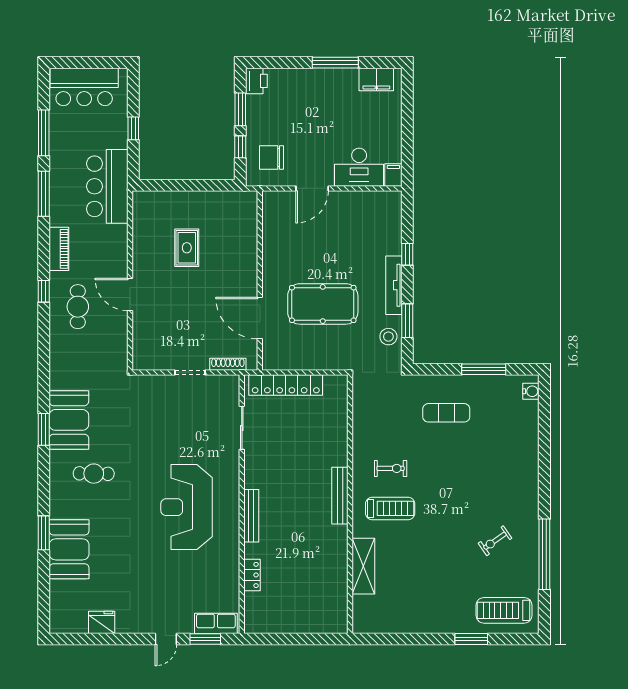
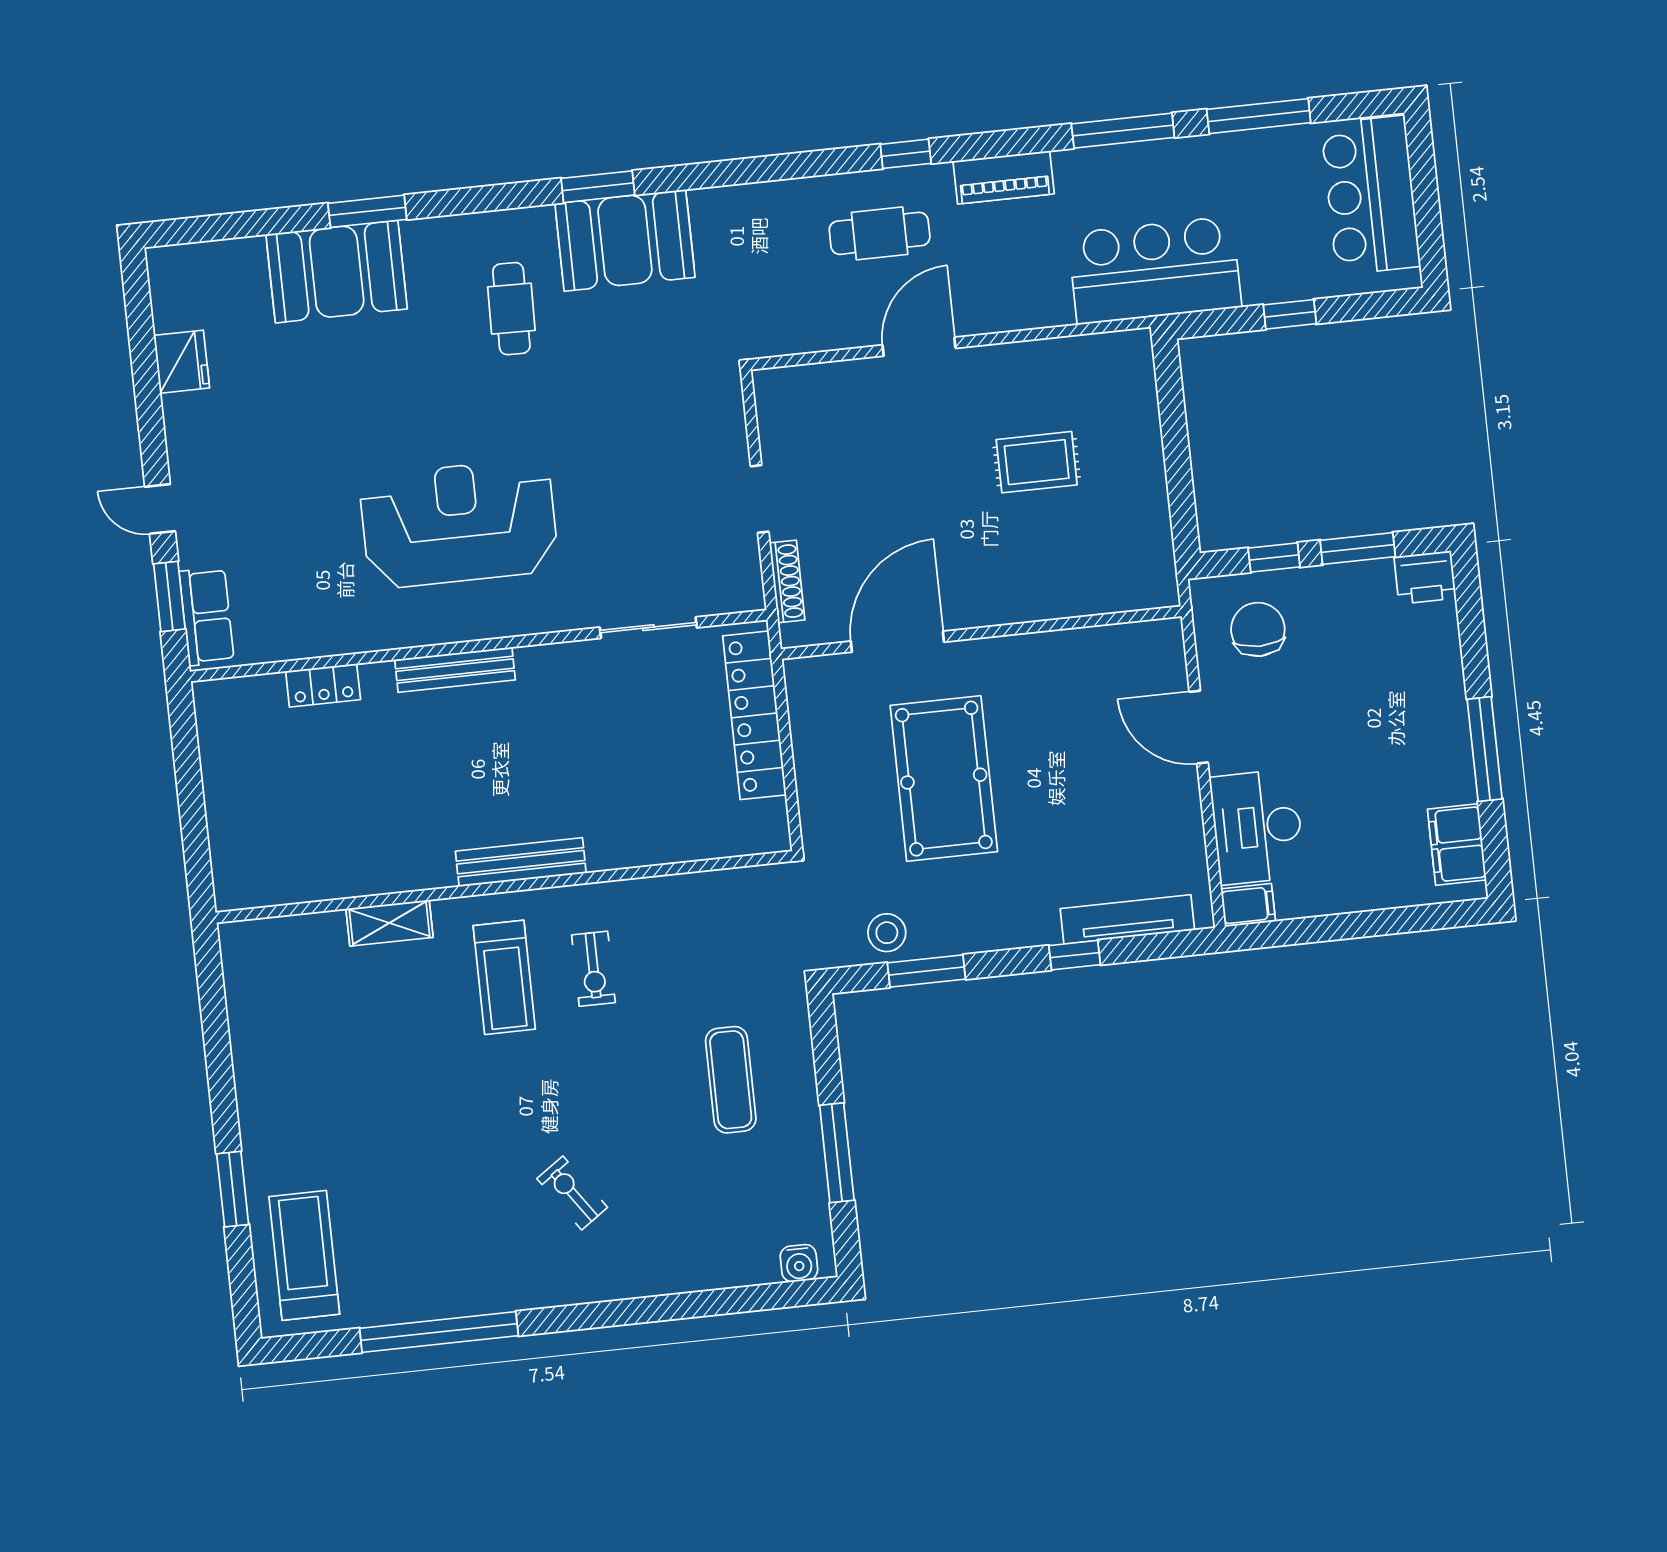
tv unit: (394, 285) -> (1127, 919), moved
exercise bike: (495, 541) -> (572, 1193), moved
shelving: (363, 566) -> (390, 923), width x0.67, depth x0.75

